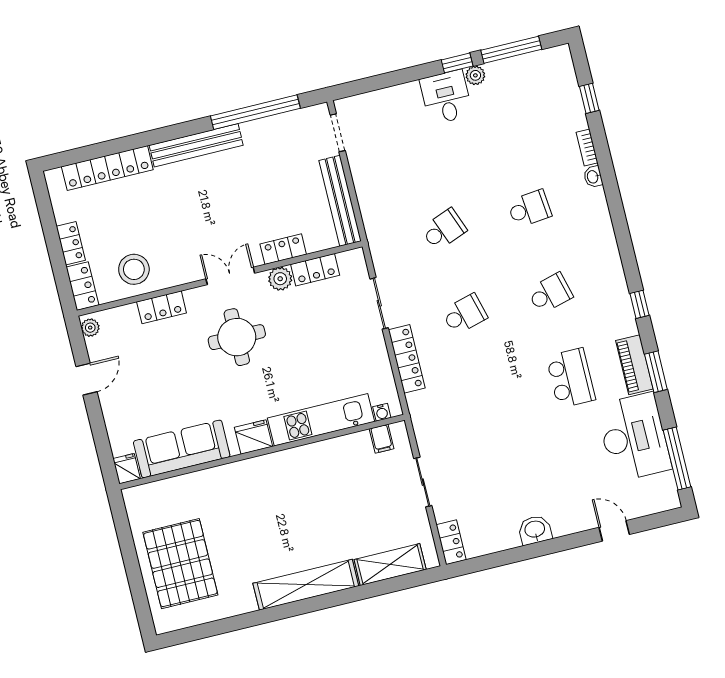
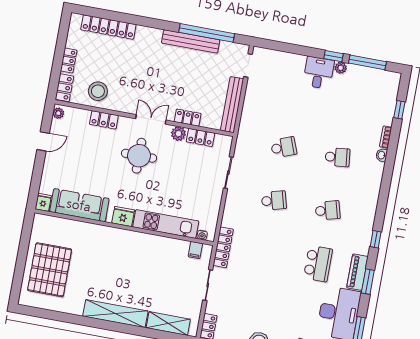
bench: (196, 145) -> (191, 41), moved
locker: (407, 359) -> (223, 247), moved

